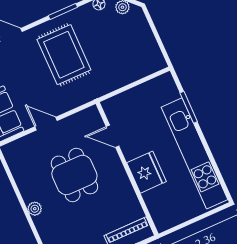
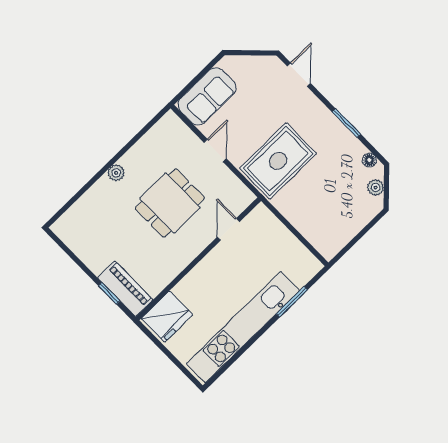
rug: (64, 55) -> (278, 161), moved
fridge: (147, 172) -> (167, 317), moved

